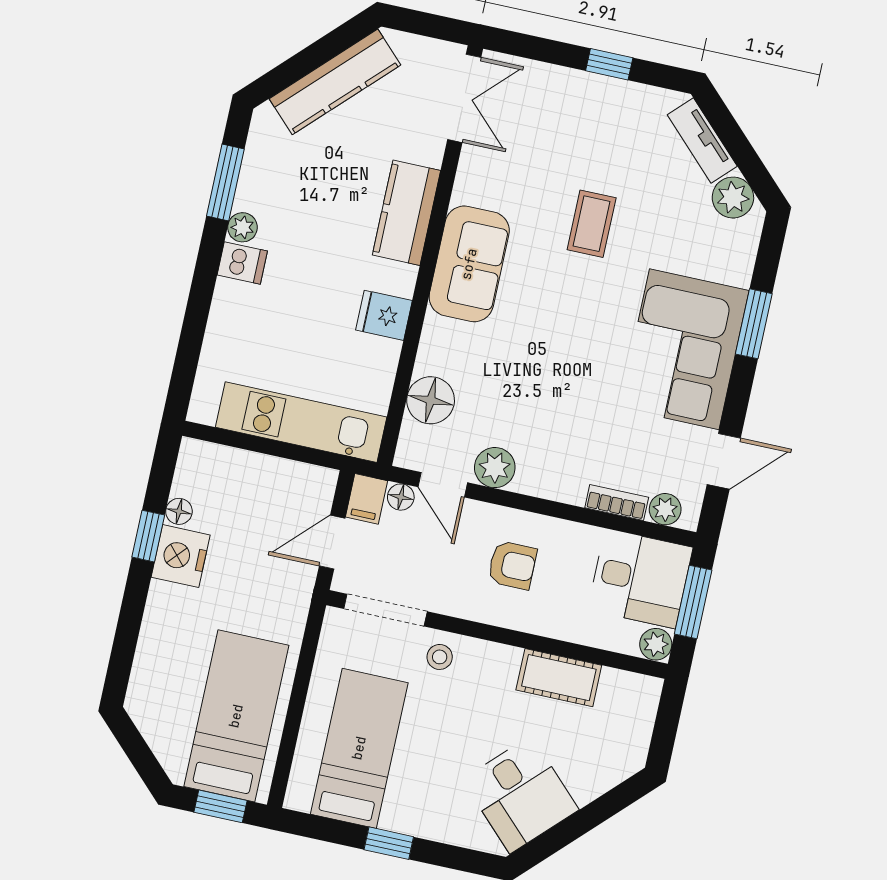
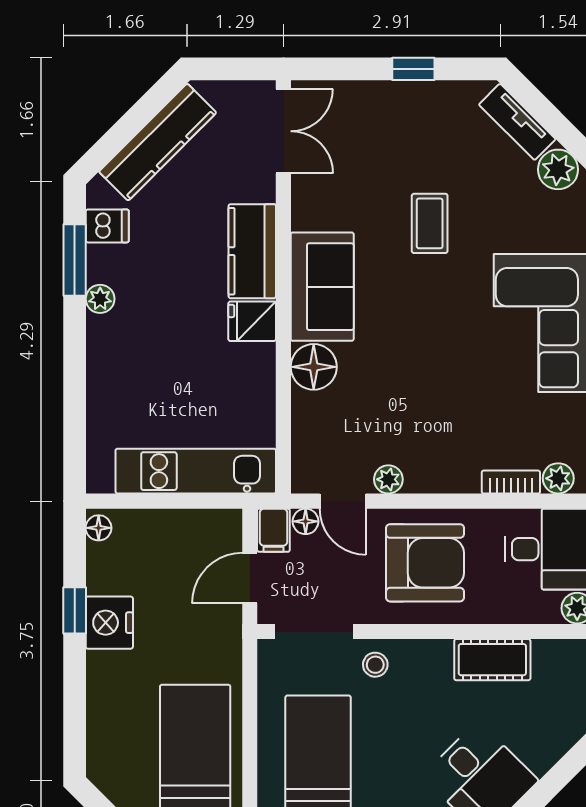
dishwasher: (242, 263) -> (107, 226), moved
fridge: (384, 315) -> (252, 321), moved
floor lamp: (431, 400) -> (314, 367), moved
plant: (495, 468) -> (388, 479), width x0.73, depth x0.73
floor lamp: (179, 511) -> (99, 528), moved
armchair: (512, 565) -> (425, 563), width x1.88, depth x1.88

